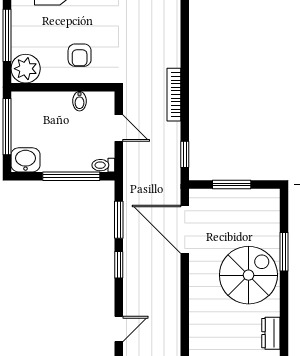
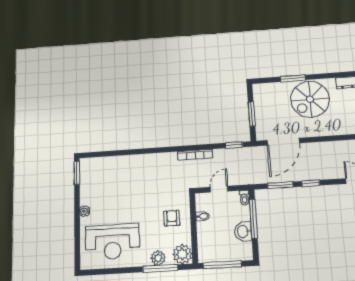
plant: (22, 32) -> (158, 258), added
armchair: (80, 55) -> (172, 218), turned -90
washbasin: (26, 160) -> (243, 231), moved
spiral stairs: (248, 275) -> (310, 99), turned -90

